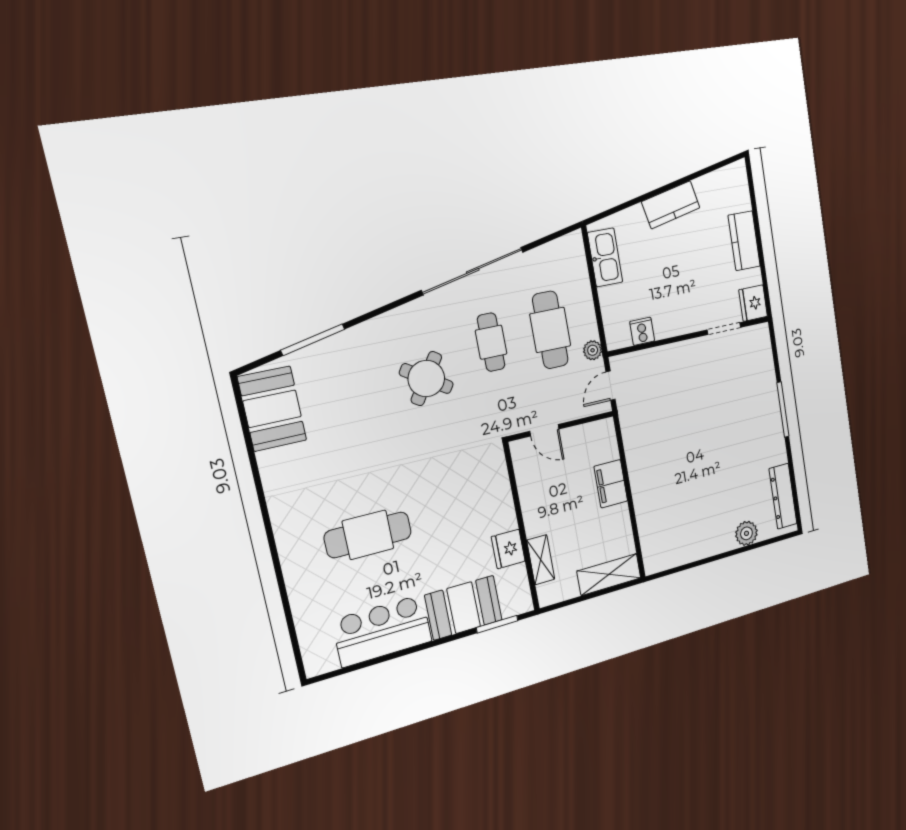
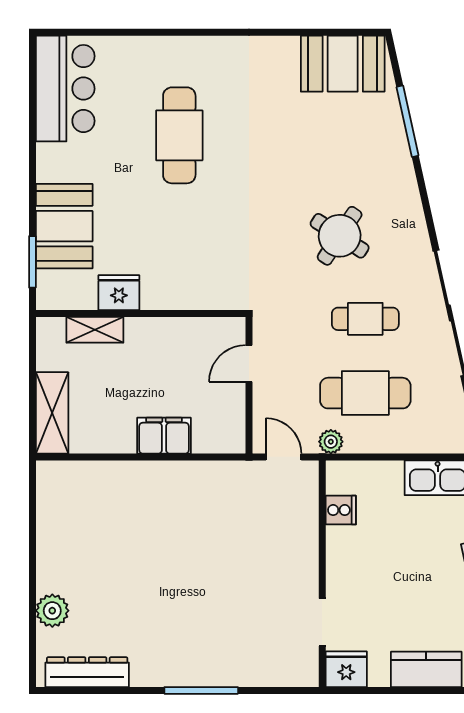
bar counter: (382, 631) -> (65, 89), moved

